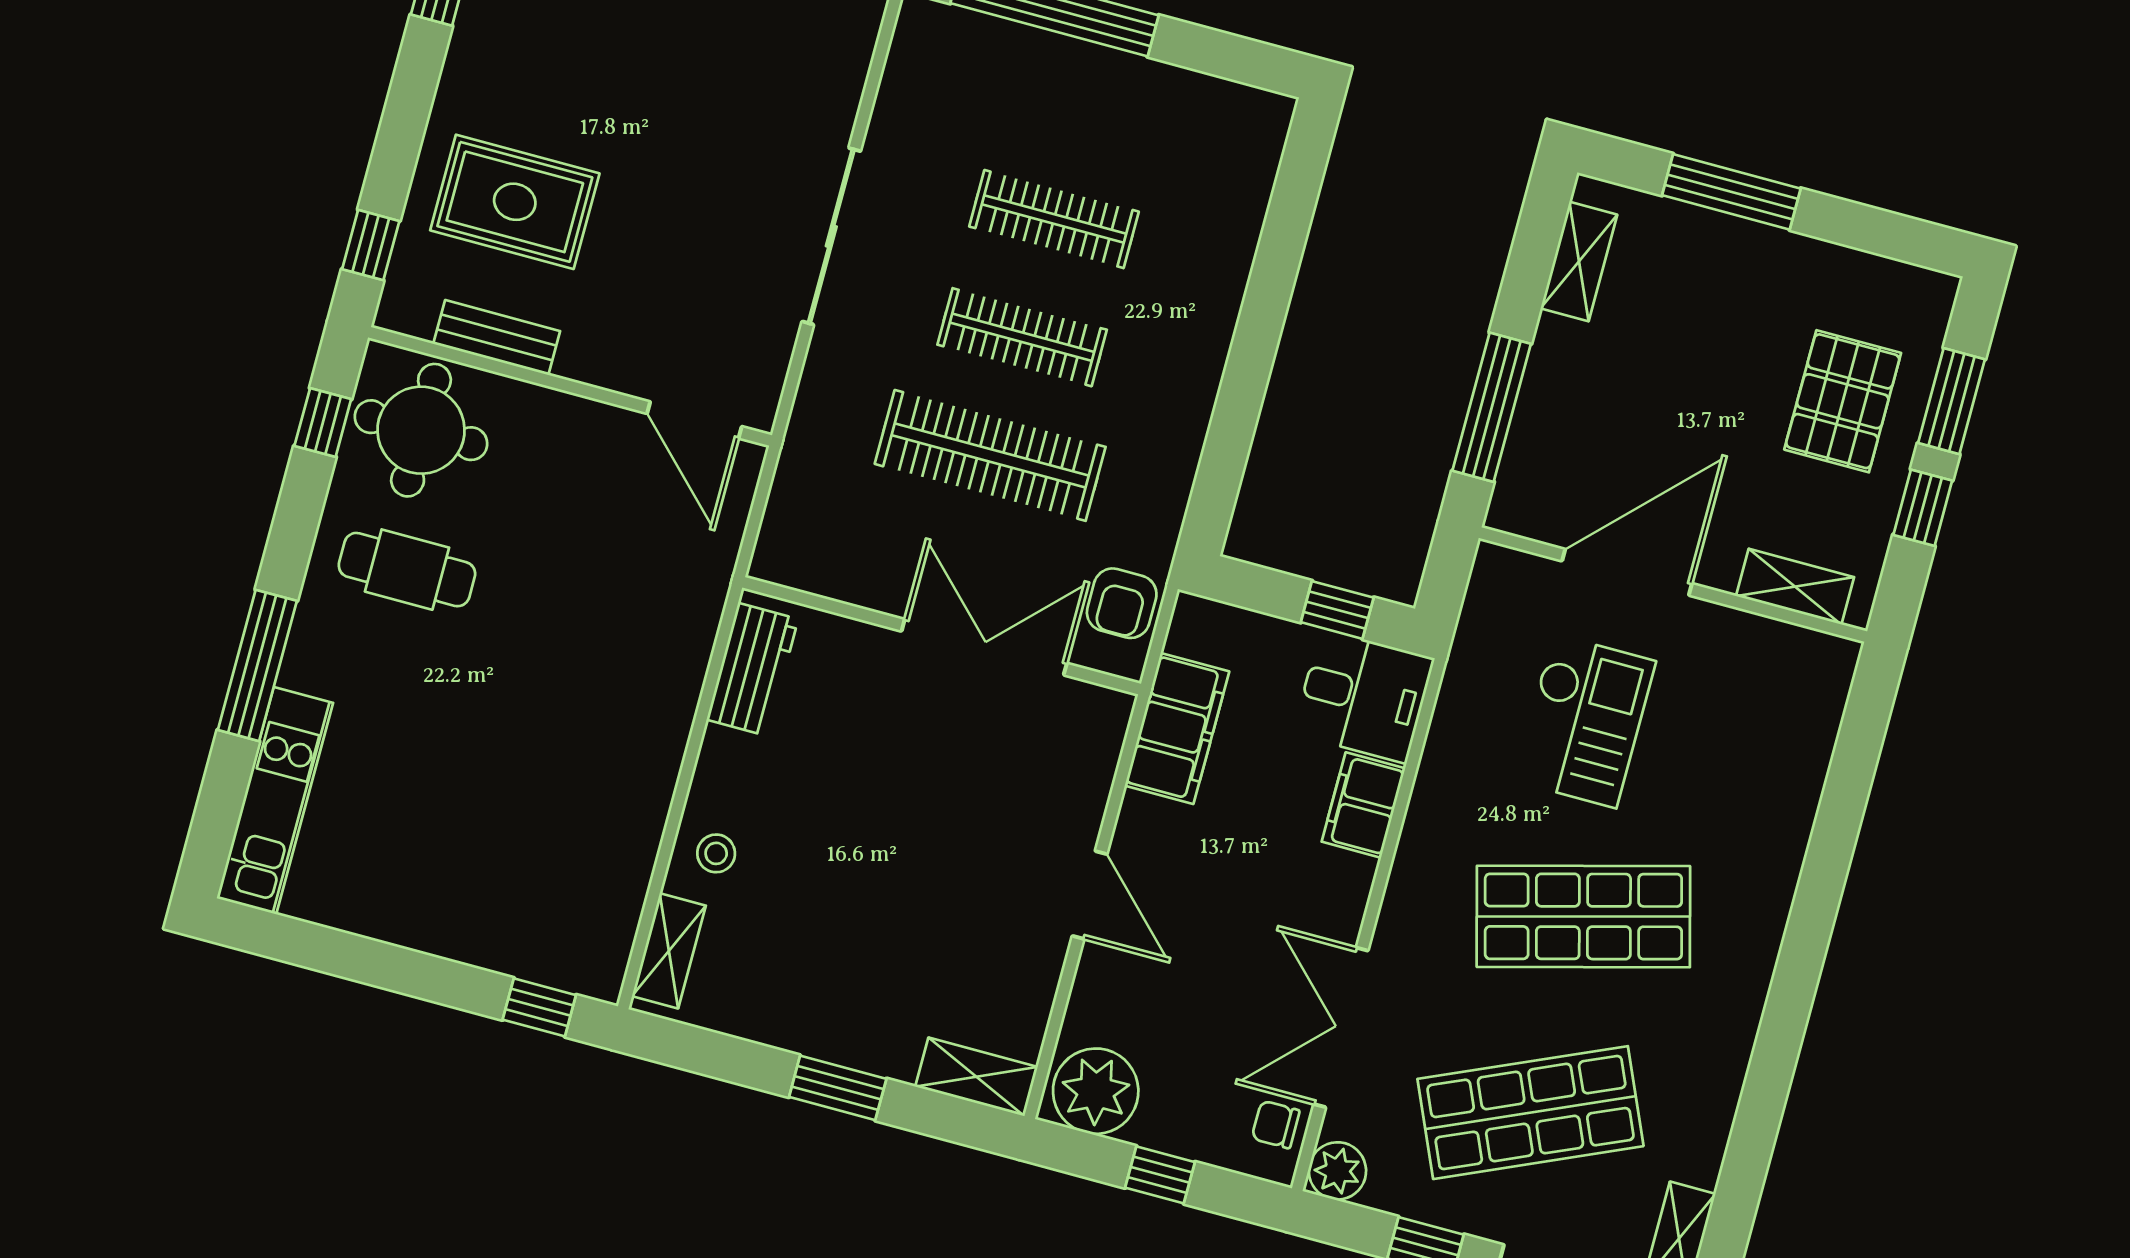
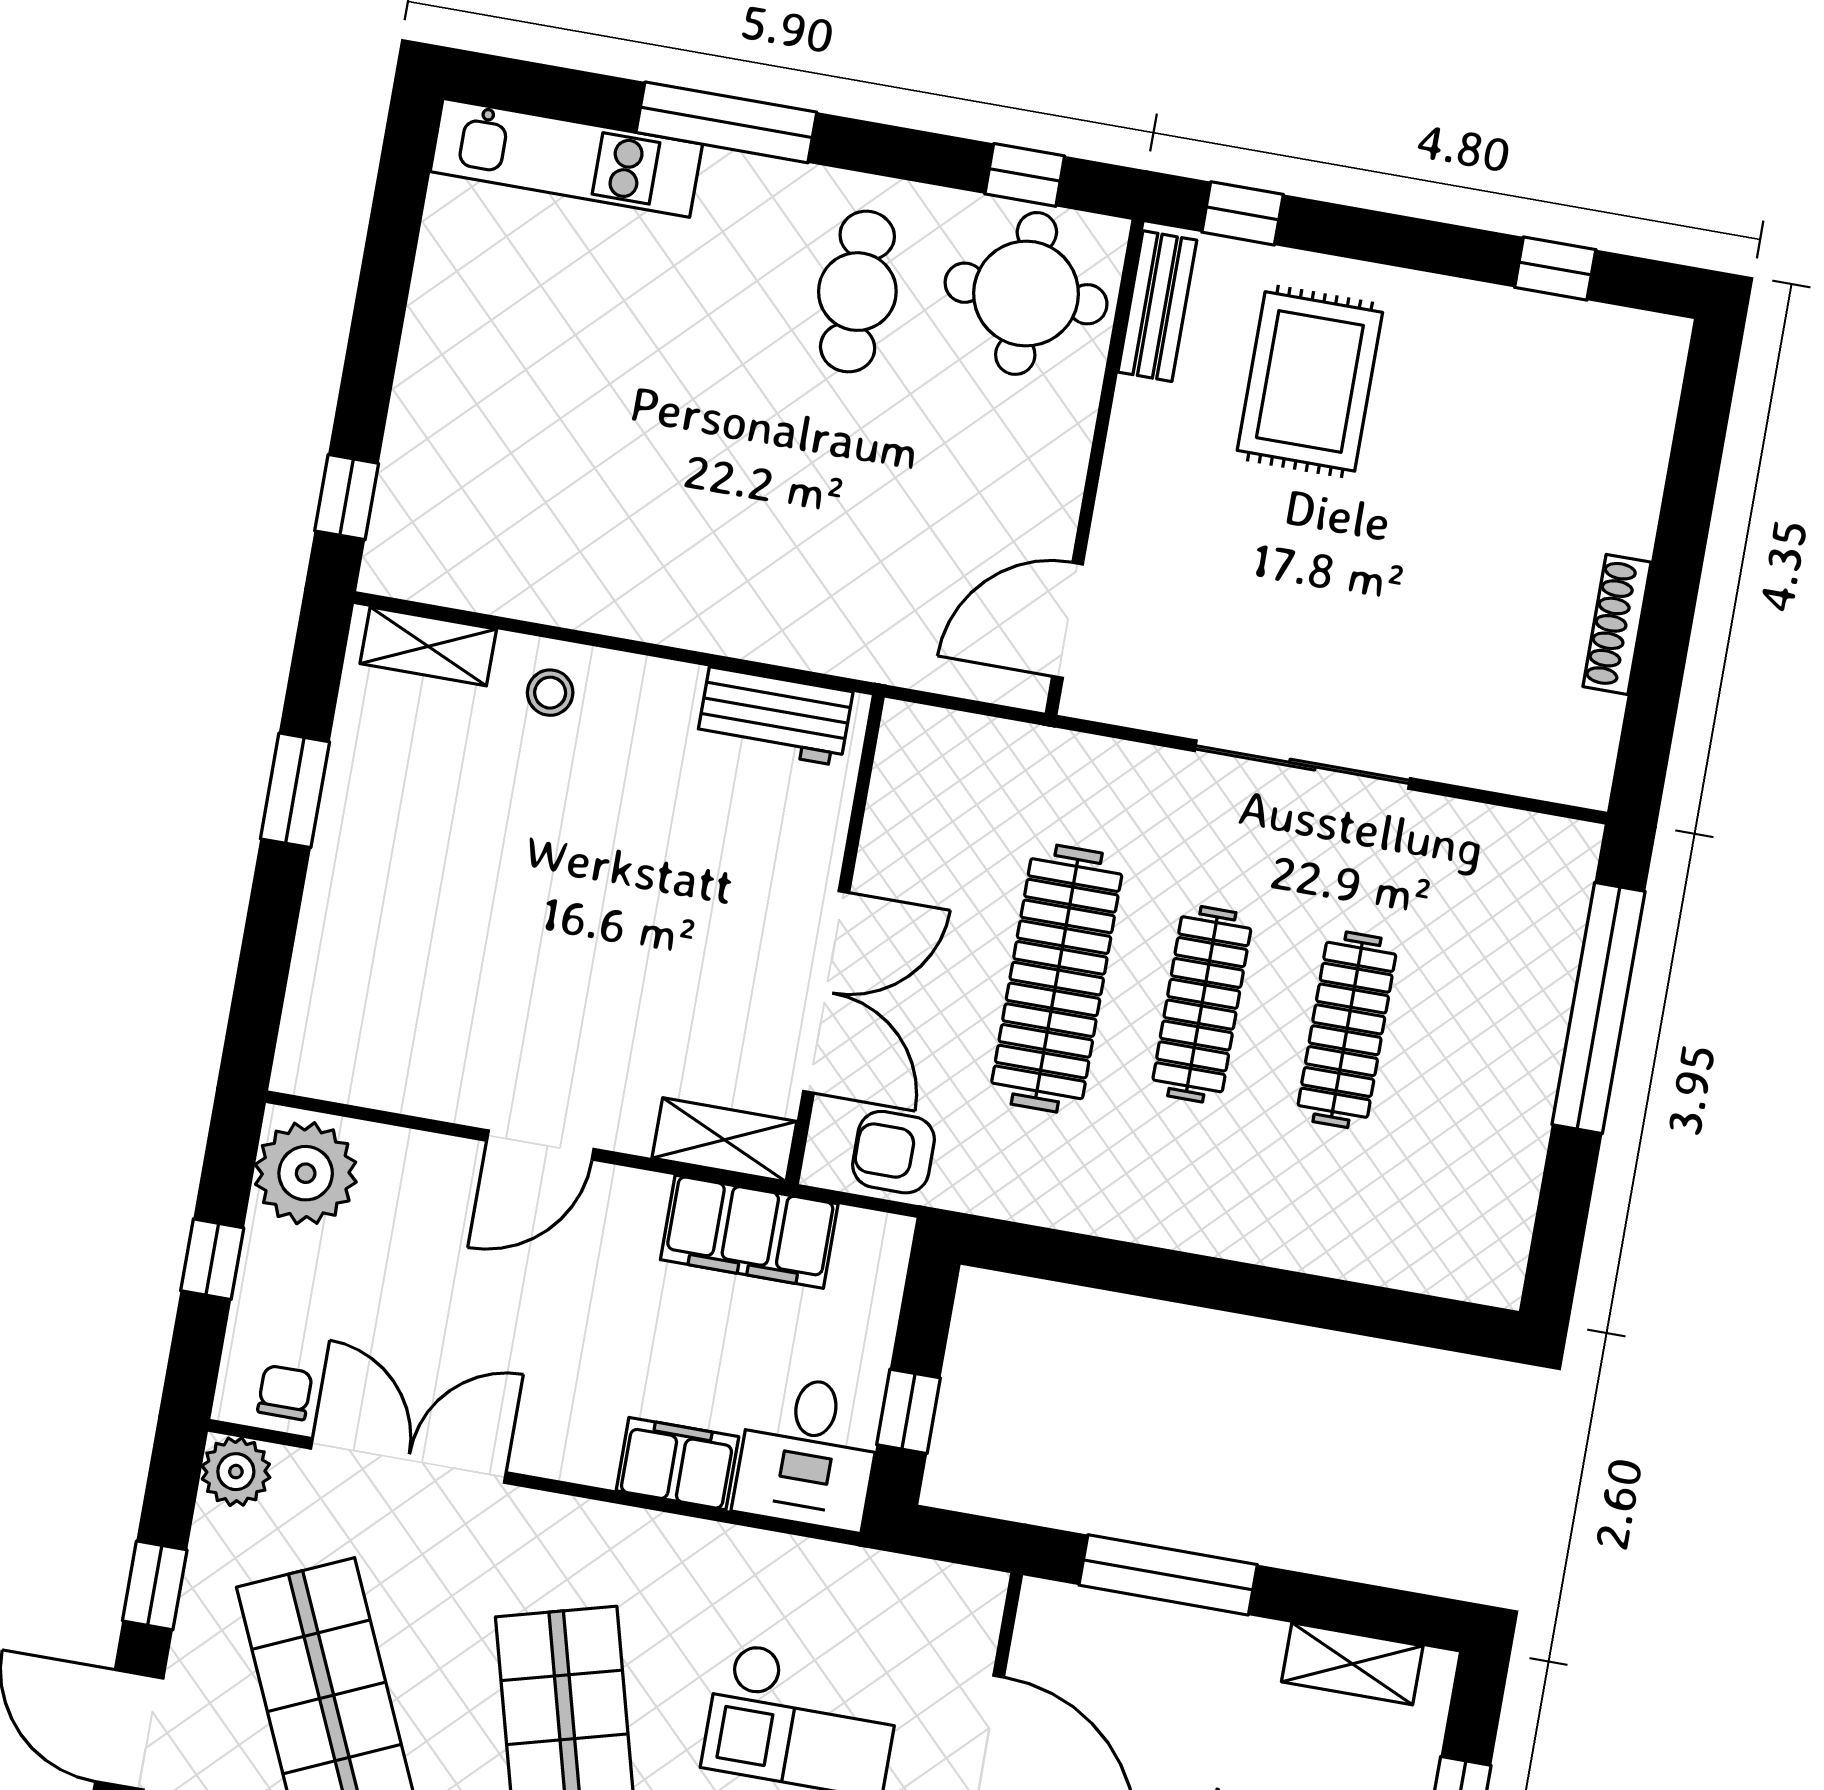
bench: (497, 337) -> (1157, 306), moved
shelving: (976, 1077) -> (724, 1140), moved, turned 90
window: (838, 1088) -> (295, 790), moved

